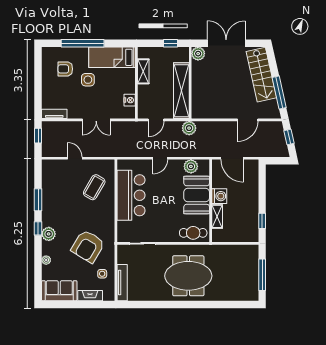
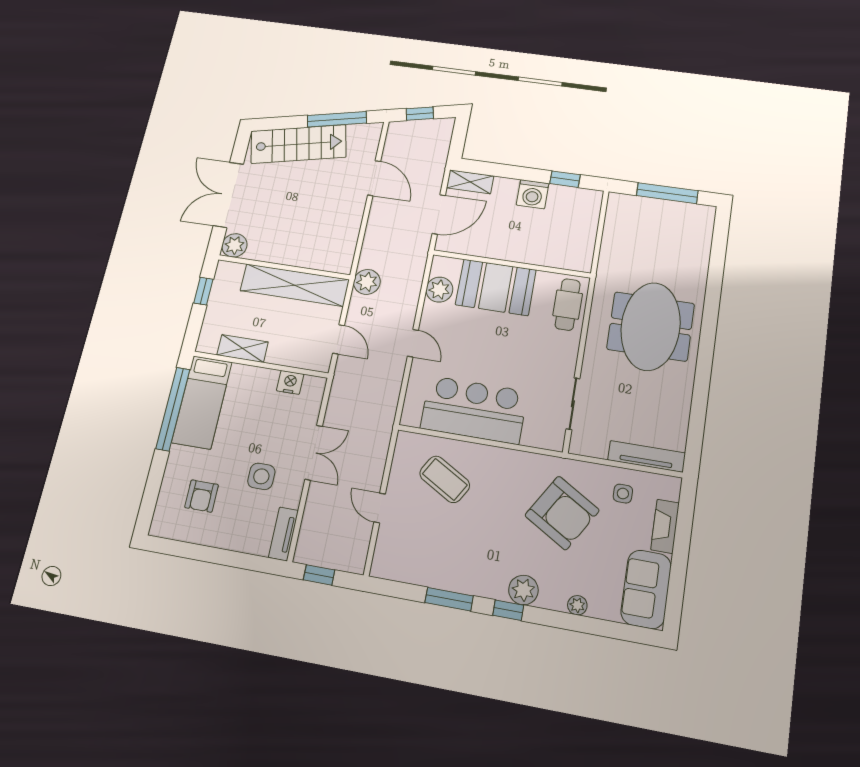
window: (83, 43) -> (173, 409), moved
side table: (88, 80) -> (261, 476), moved
door: (75, 158) -> (380, 508), hinge flipped
washing machine: (219, 196) -> (533, 194), moved, turned 180
shelving: (217, 216) -> (470, 182), moved

